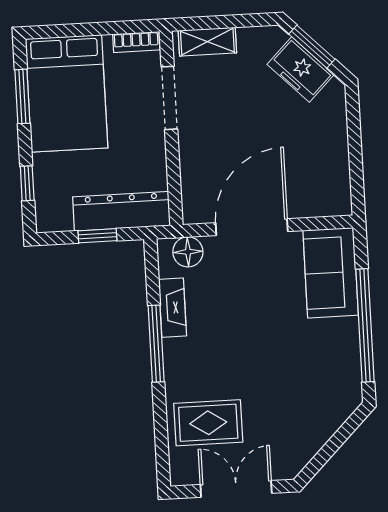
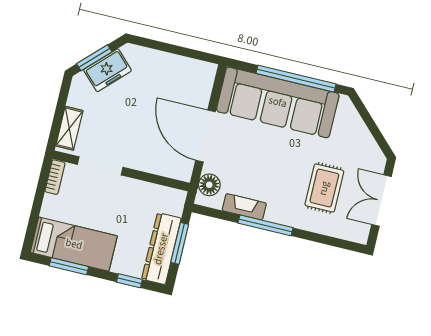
bed: (67, 93) -> (74, 244), width x0.67
dresser: (122, 211) -> (161, 249), moved
window: (97, 236) -> (180, 243), width x1.50
sofa: (331, 273) -> (278, 102), width x1.85, depth x1.27
rug: (208, 423) -> (324, 188), moved

